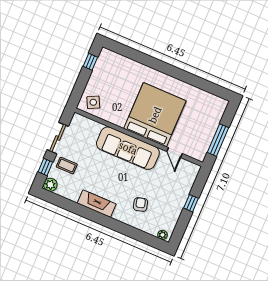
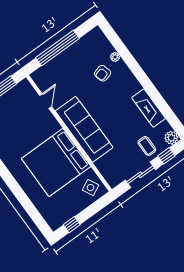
bed: (155, 115) -> (56, 162), moved
window: (191, 203) -> (58, 48), width x3.17
fireplace: (97, 204) -> (149, 108), moved
plant: (163, 235) -> (115, 57), moved

